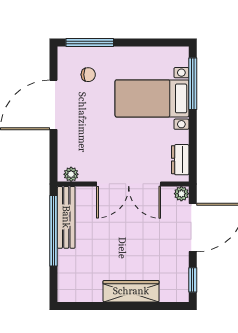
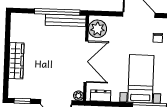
plant: (71, 174) -> (98, 29), width x1.88, depth x1.88
double door: (129, 184) -> (86, 62), swing flipped

